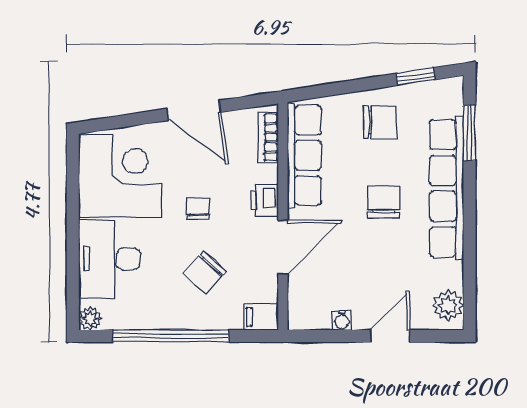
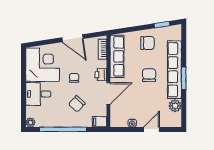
window: (469, 133) -> (184, 78), moved
desk: (109, 259) -> (38, 94), width x0.73
plant: (448, 305) -> (175, 106), moved

